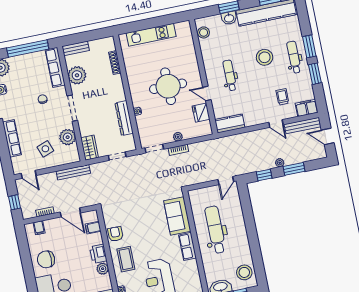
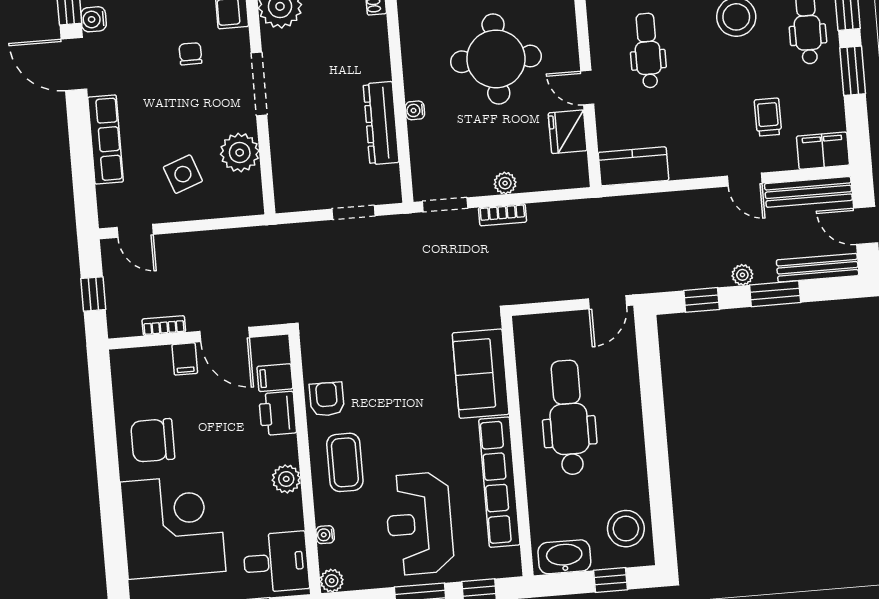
wardrobe: (90, 148) -> (289, 184), removed
bench: (73, 172) -> (818, 268), moved
filing cabinet: (39, 228) -> (185, 359), moved
row of seats: (187, 246) -> (499, 482), width x2.02
printer: (98, 254) -> (278, 413), moved

